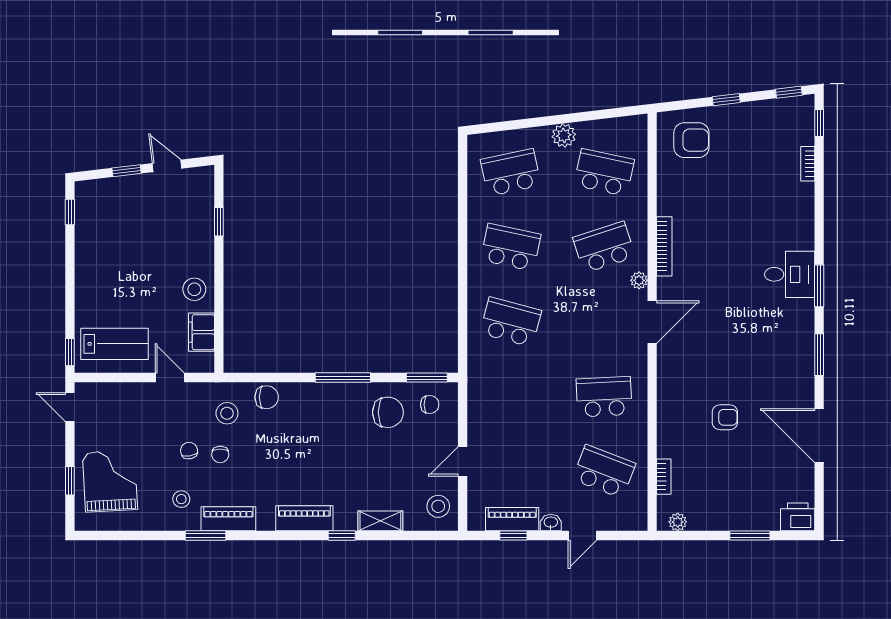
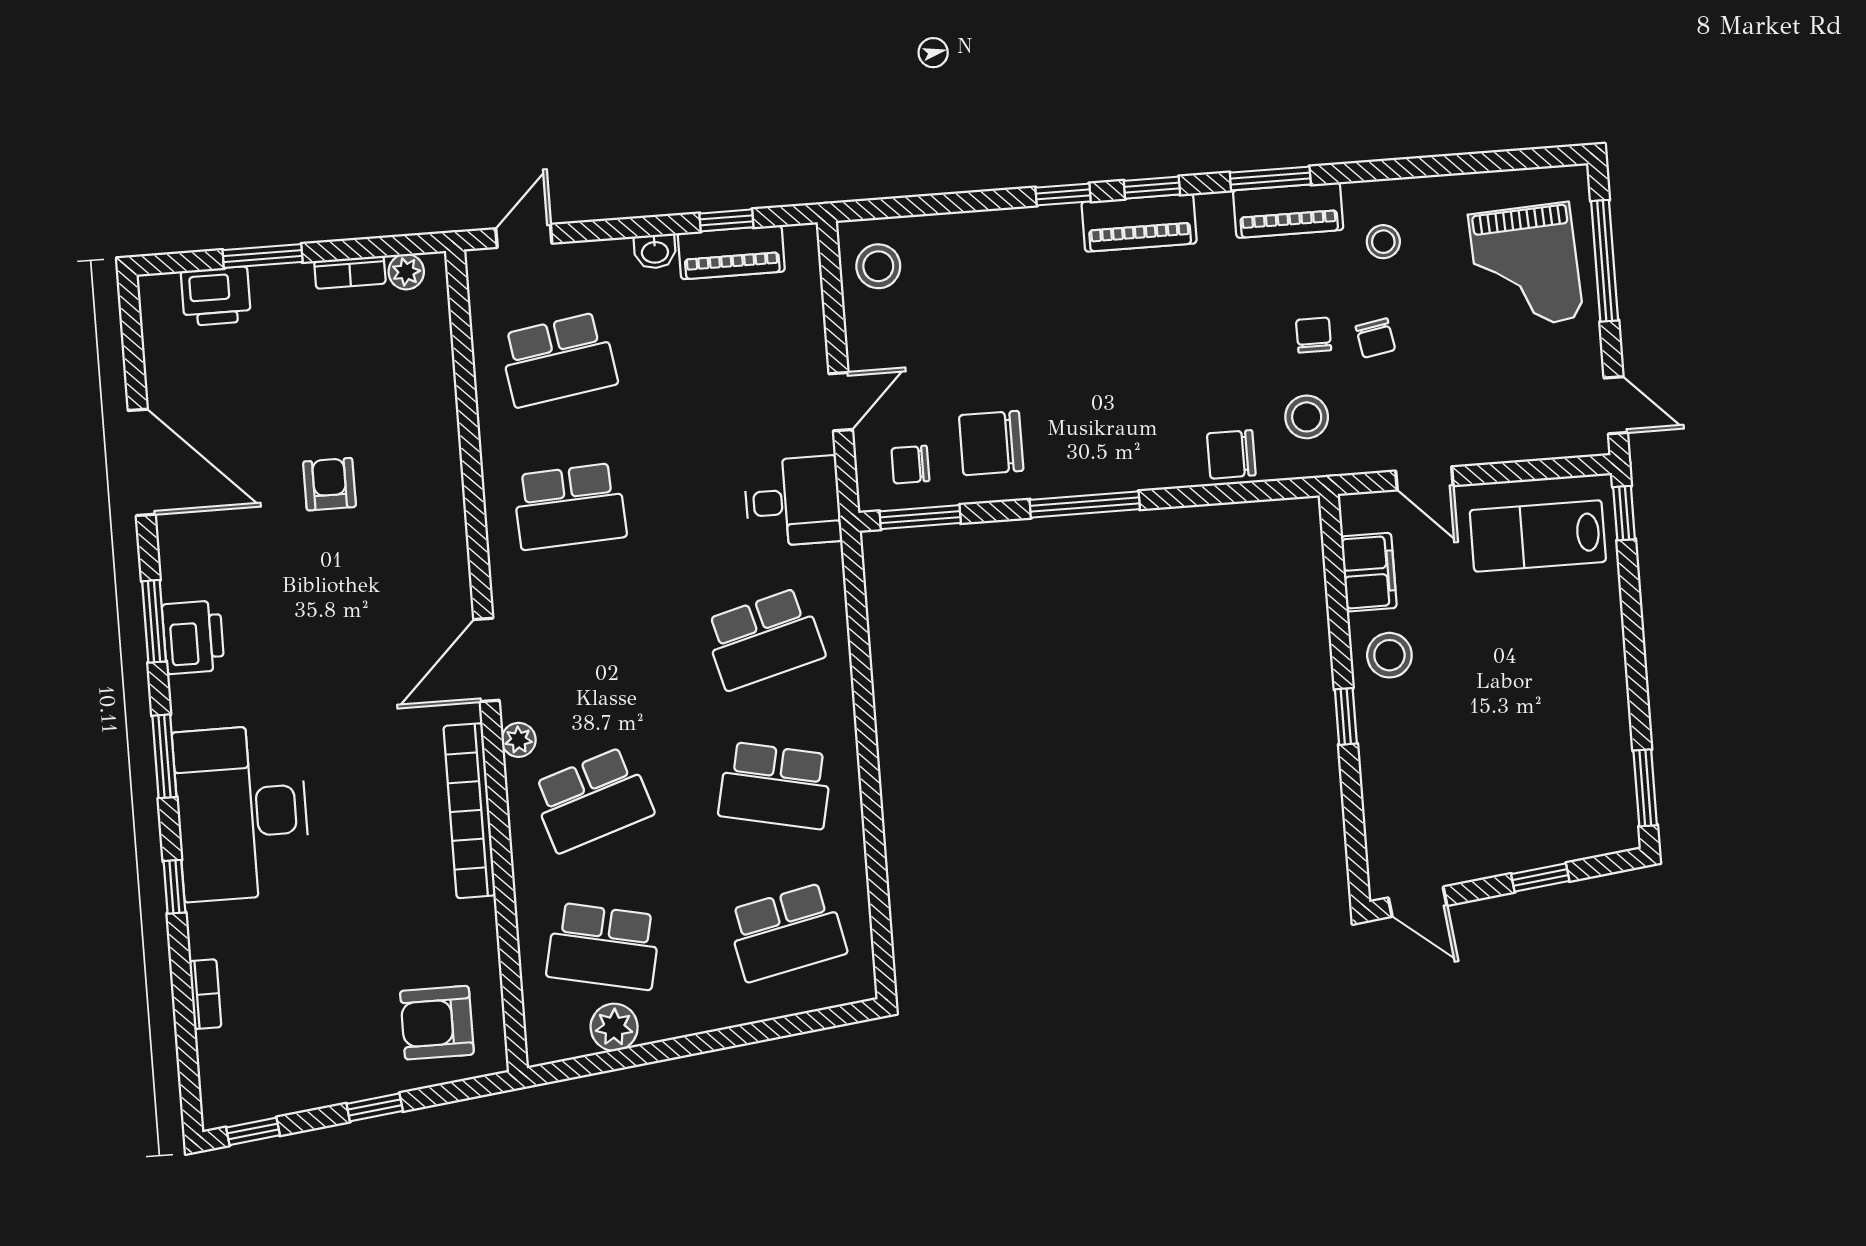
window: (819, 123) -> (174, 887), moved
plant: (564, 135) -> (614, 1027), moved
door: (167, 166) -> (1418, 902), moved
window: (70, 212) -> (1645, 788), width x1.50
window: (219, 222) -> (1346, 716), moved
bookcase: (664, 246) -> (469, 811), width x1.48, depth x1.31
desk: (790, 274) -> (242, 813), width x1.87, depth x1.30
school desk: (511, 322) -> (764, 639), turned -30
printer: (800, 345) -> (193, 637), added
desk: (491, 390) -> (793, 501), added
armchair: (725, 417) -> (329, 484), turned 90
door: (463, 461) -> (841, 402), moved
school desk: (604, 472) -> (558, 360), turned -30
bookcase: (664, 477) -> (350, 272), moved, turned -90
window: (70, 481) -> (1605, 261), width x2.17
printer: (798, 517) -> (216, 296), moved
shelving: (380, 521) -> (989, 229), removed
window: (206, 536) -> (1270, 179), moved
window: (296, 536) -> (1152, 188), added
door: (582, 536) -> (524, 236), moved

